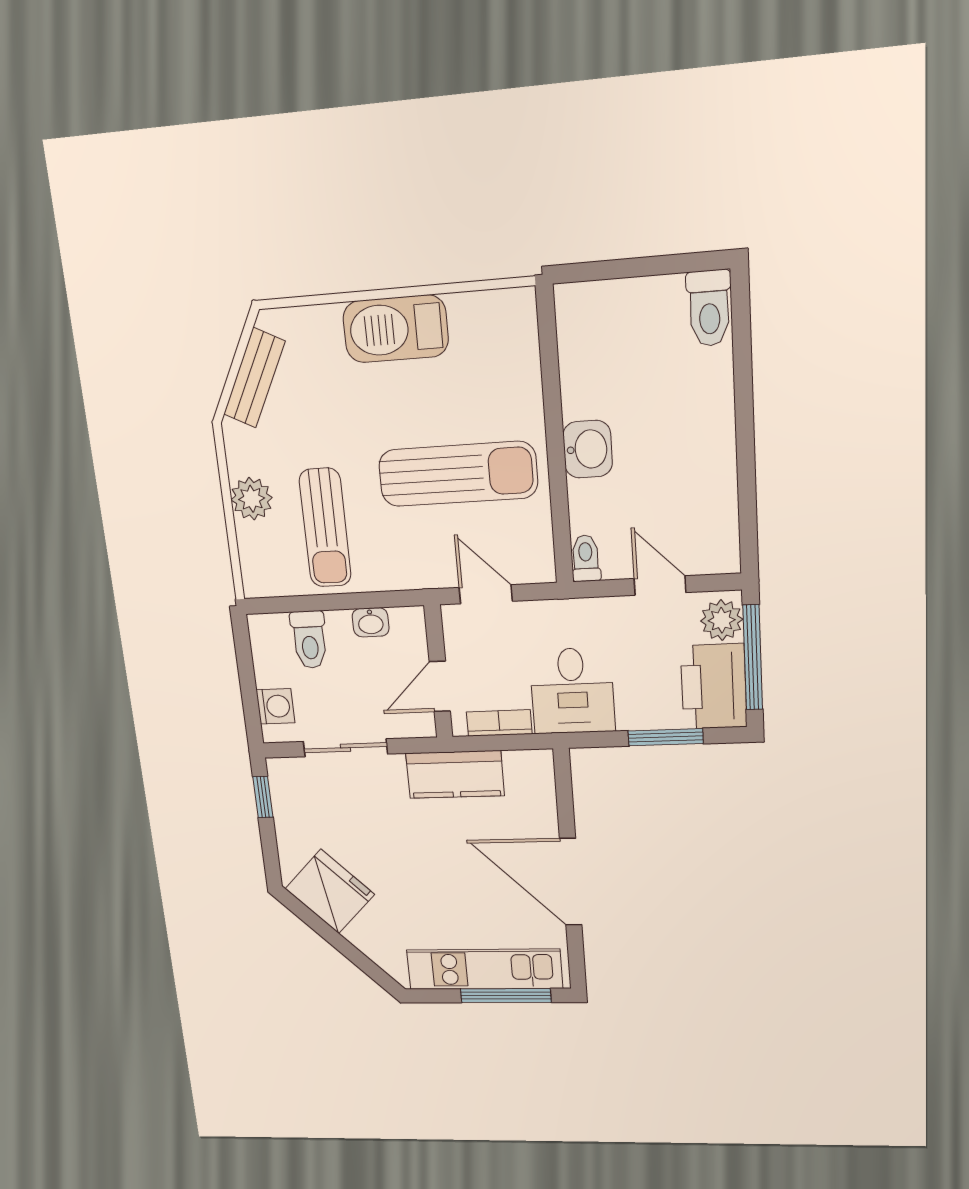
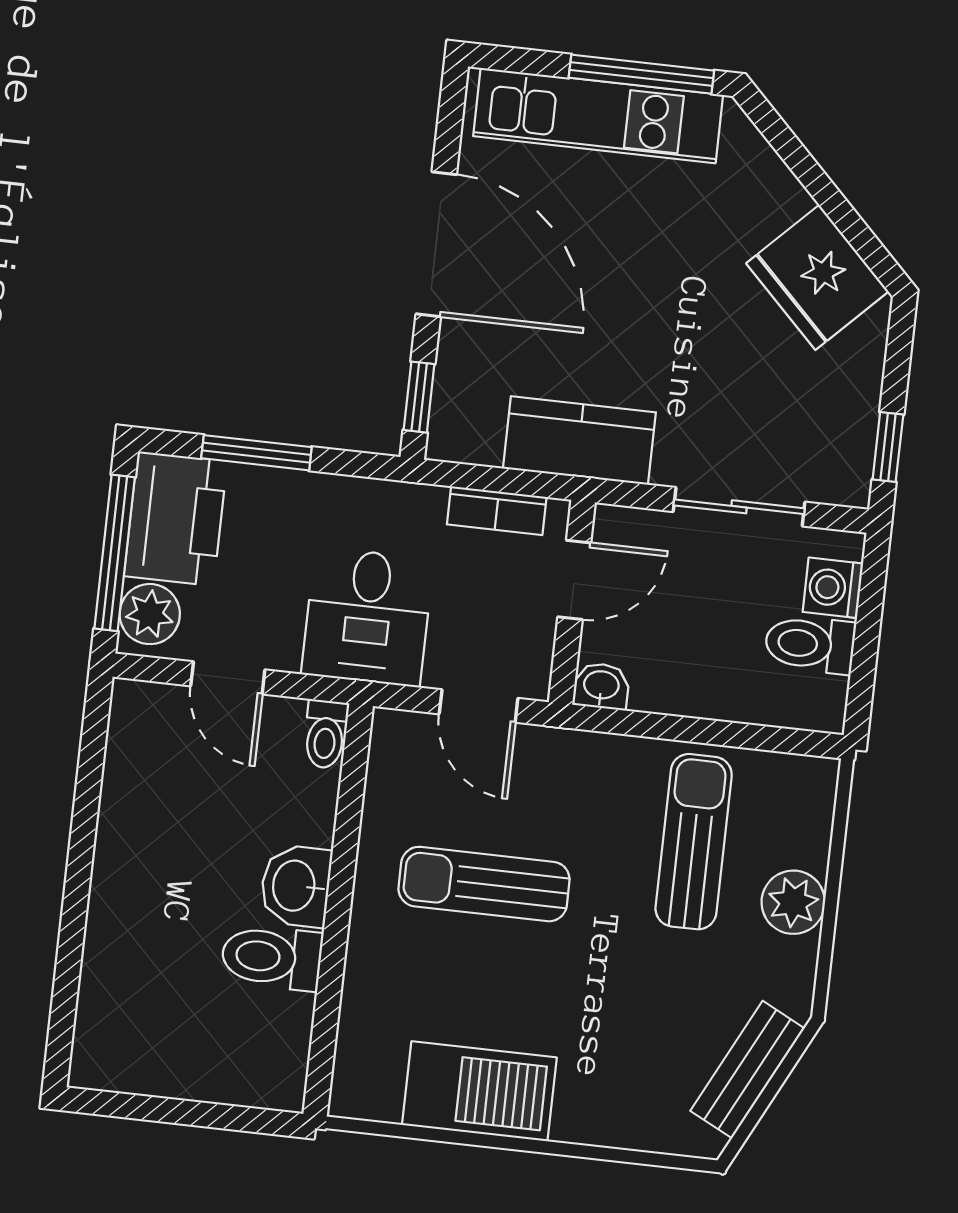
toilet: (709, 308) -> (272, 957), moved, turned -90
barbecue: (396, 329) -> (479, 1091), moved
sun lounger: (458, 474) -> (484, 884), width x0.73, depth x0.75
washbasin: (371, 622) -> (601, 686), moved
toilet: (309, 640) -> (810, 644), moved, turned -90
desk: (572, 691) -> (367, 617), moved, turned 180
window: (564, 787) -> (419, 397), added
window: (506, 996) -> (641, 74), moved

